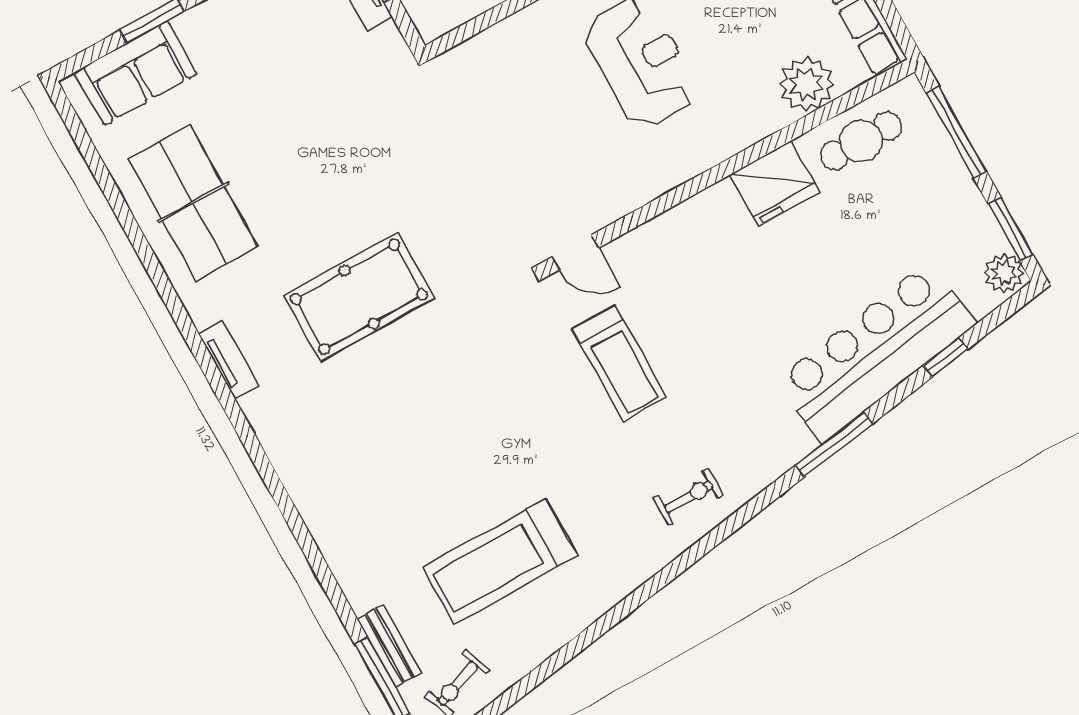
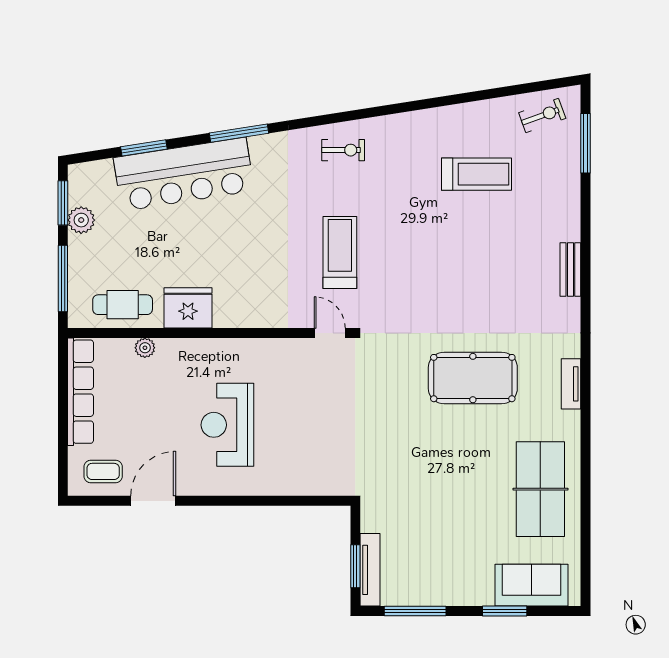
plant: (806, 84) -> (145, 348), width x0.53, depth x0.53
plant: (1004, 273) -> (81, 220), moved
window: (946, 357) -> (144, 148), width x1.50
exercise bike: (688, 497) -> (343, 150), turned 180
treadmill: (500, 561) -> (476, 174), width x0.73, depth x0.73
bench: (389, 646) -> (570, 269), moved

